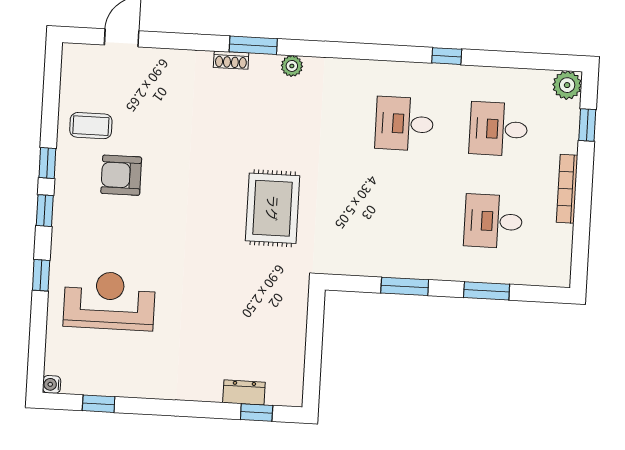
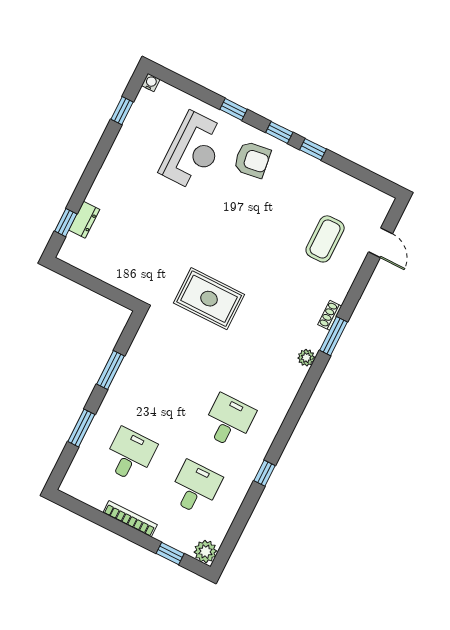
coffee table: (91, 126) -> (325, 239), moved, width x1.36, depth x1.30
armchair: (121, 175) -> (252, 160), moved, turned 82

